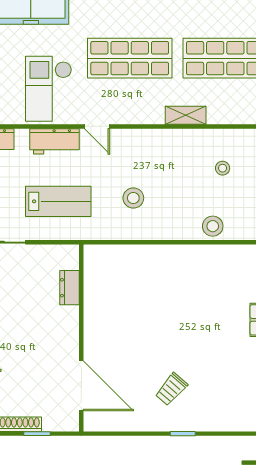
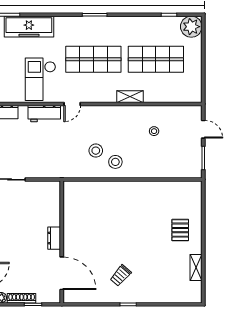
door: (97, 126) -> (72, 104), hinge flipped
lab bench: (58, 201) -> (47, 153), removed
stool: (213, 226) -> (115, 162), moved
dresser: (69, 288) -> (54, 238), moved

